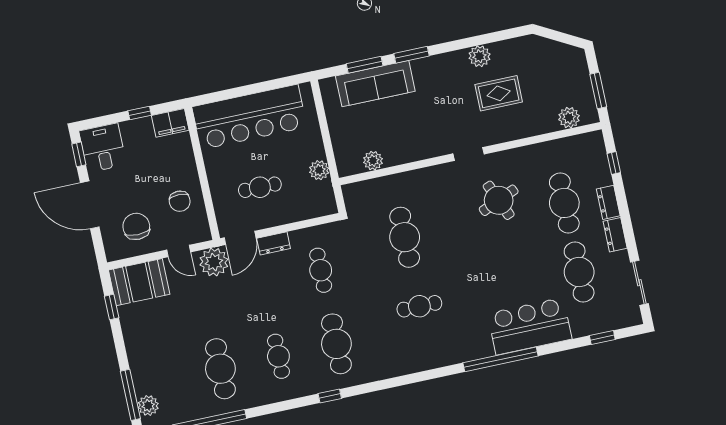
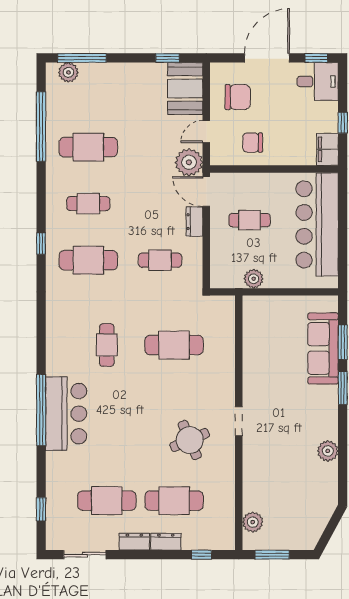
rug: (499, 93) -> (289, 461), removed
plant: (373, 161) -> (252, 331), removed
cafe table: (260, 187) -> (250, 220), turned 90
bar counter: (530, 326) -> (66, 414), moved

